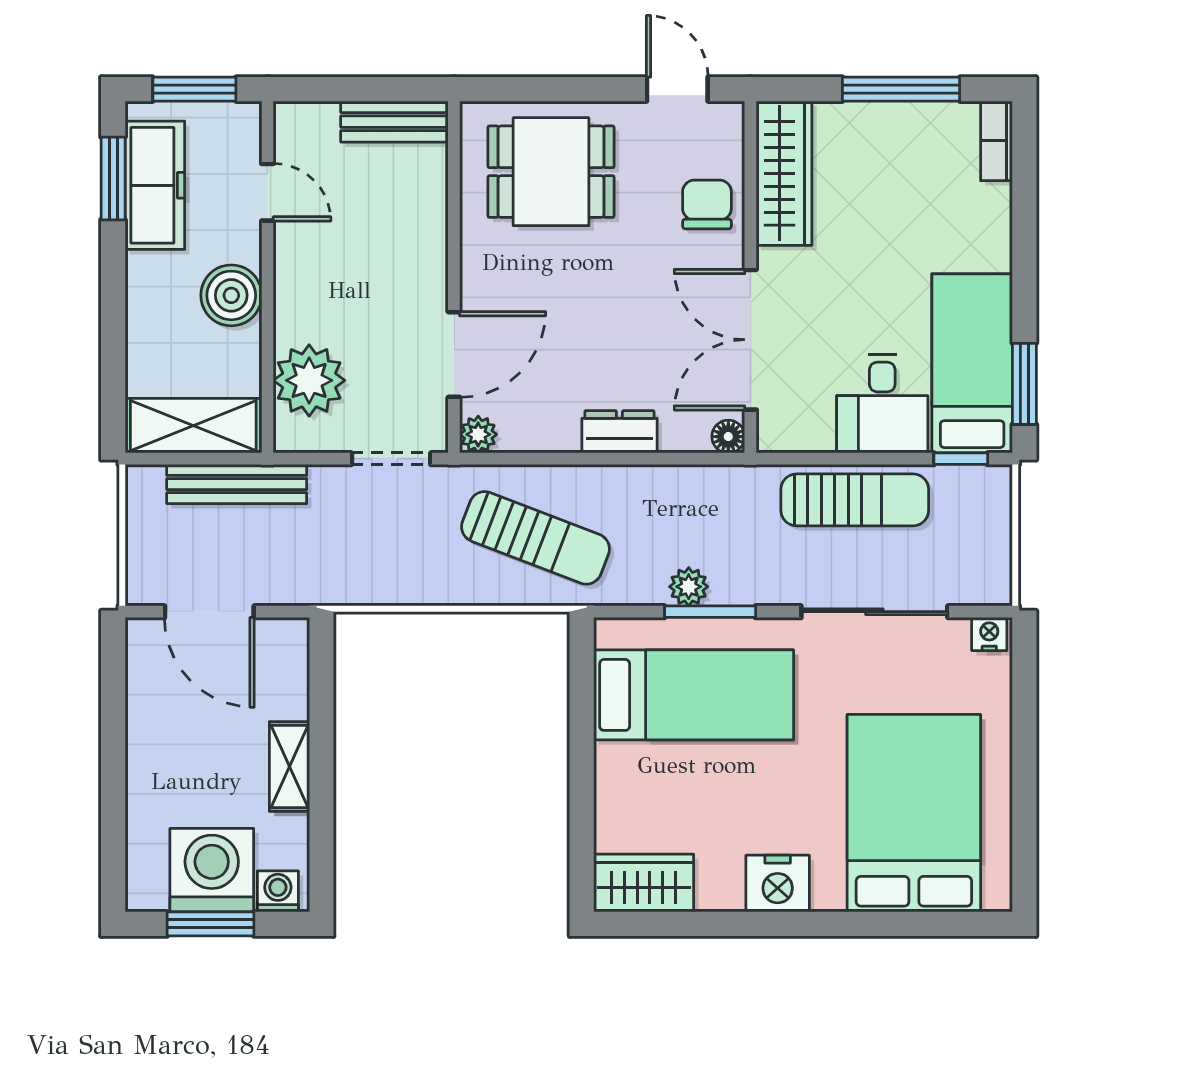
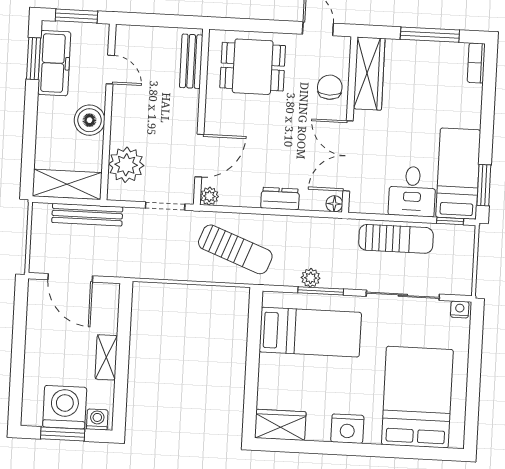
bench: (394, 122) -> (191, 61), moved, turned 90

